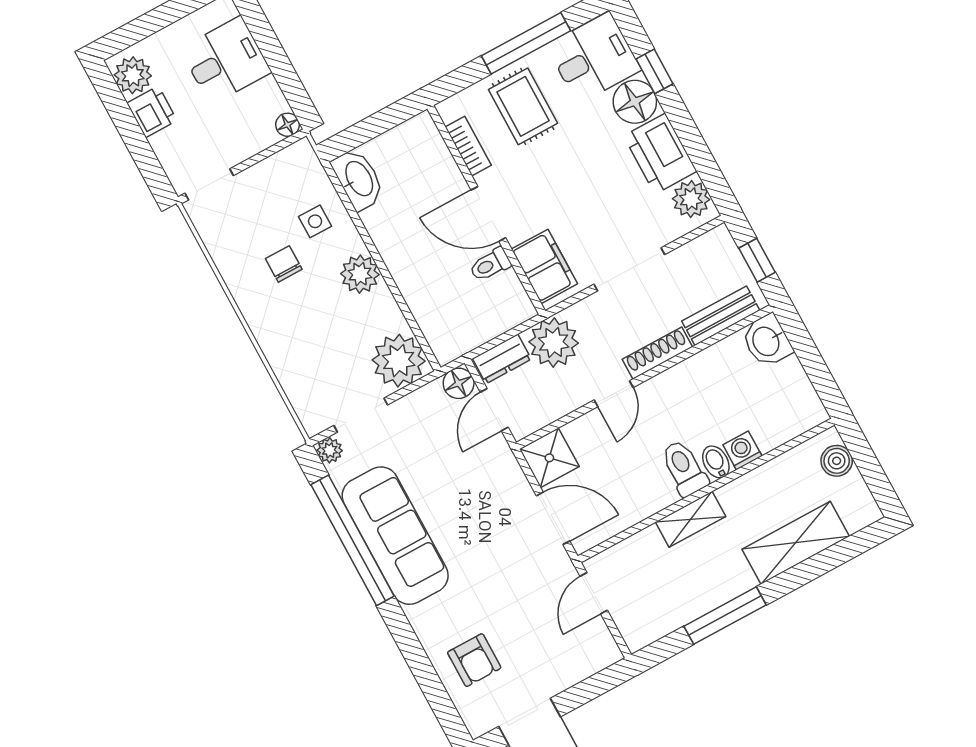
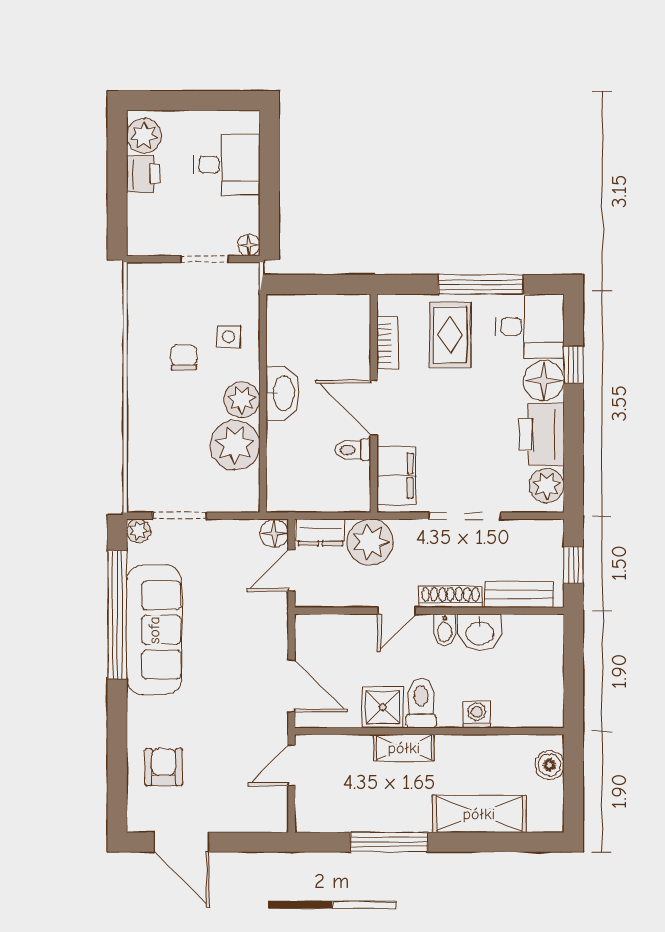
washbasin: (358, 179) -> (283, 393), moved
doorway: (209, 184) -> (204, 259), moved
washbasin: (767, 341) -> (480, 632), moved, turned -90
plant: (399, 361) -> (235, 445), moved
shower: (549, 458) -> (383, 707), moved
bidet: (716, 462) -> (445, 630), moved, turned 180
armchair: (474, 660) -> (164, 767), turned 180

